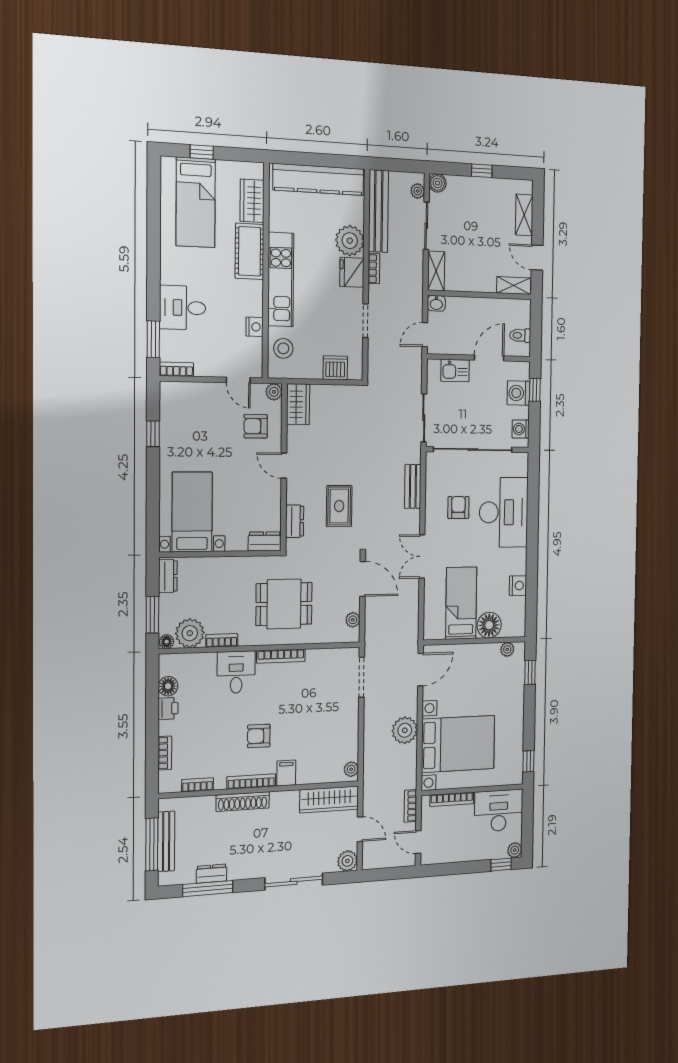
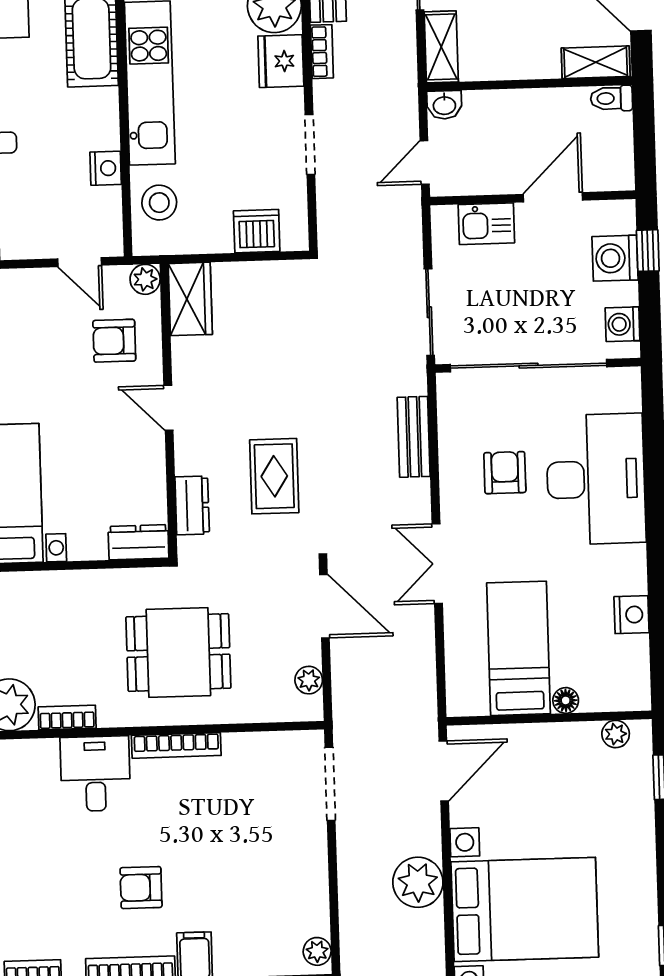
toilet: (520, 335) -> (611, 98), moved
floor lamp: (489, 625) -> (566, 700), width x0.53, depth x0.53

